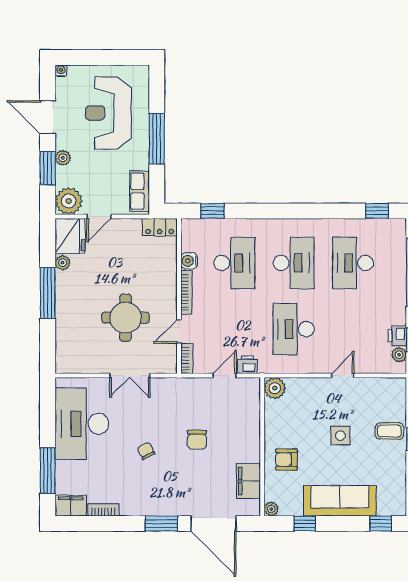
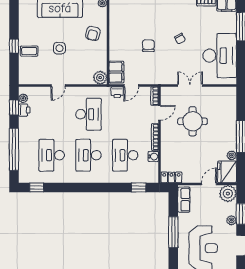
desk: (353, 263) -> (52, 155), turned 180
armchair: (287, 460) -> (93, 33), turned 104
filing cabinet: (248, 481) -> (116, 72), moved

